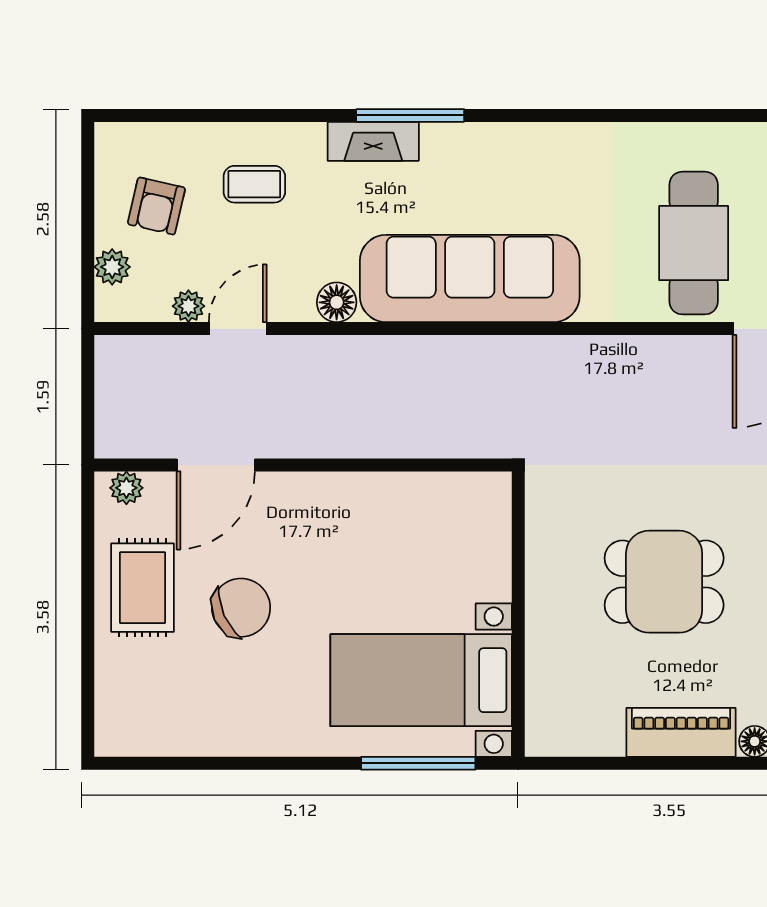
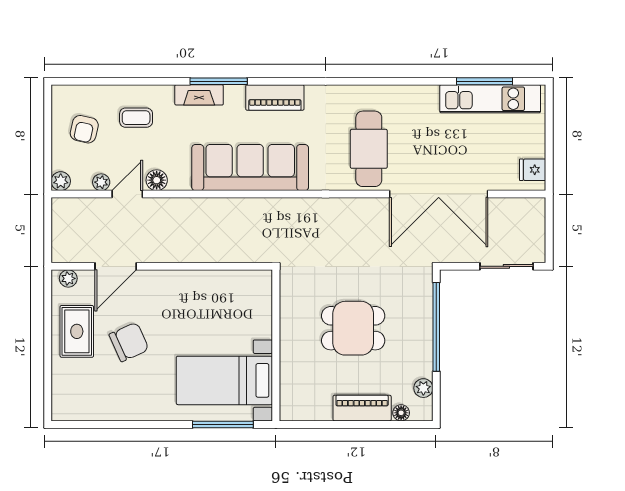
piano: (516, 146) -> (275, 98), added
plant: (112, 267) -> (61, 181), moved
floor lamp: (337, 302) -> (157, 180), moved

